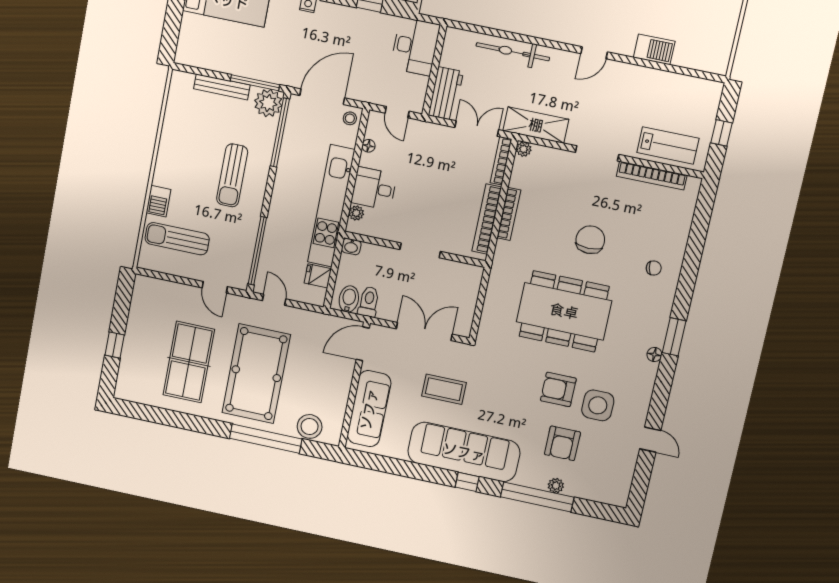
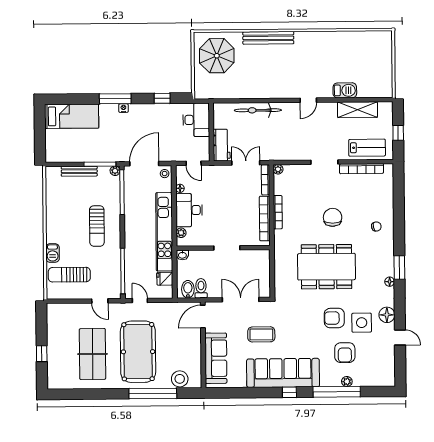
plant: (268, 103) -> (115, 171), width x0.53, depth x0.53
shelving: (536, 125) -> (358, 110), moved
desk: (374, 188) -> (189, 210), width x1.37
floor lamp: (638, 402) -> (387, 315), added

